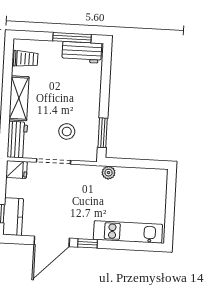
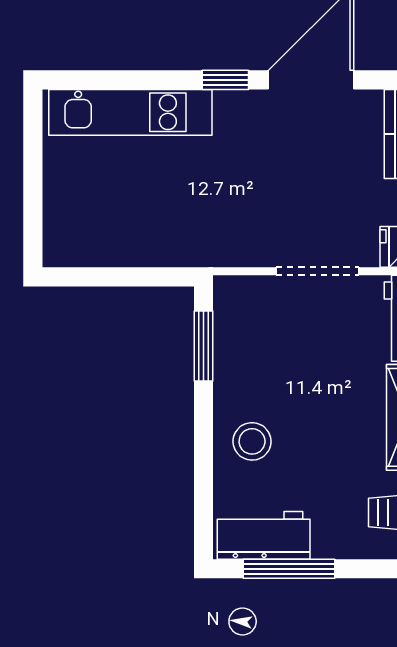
stool: (67, 131) -> (252, 441), moved
plant: (109, 173) -> (184, 251), removed

